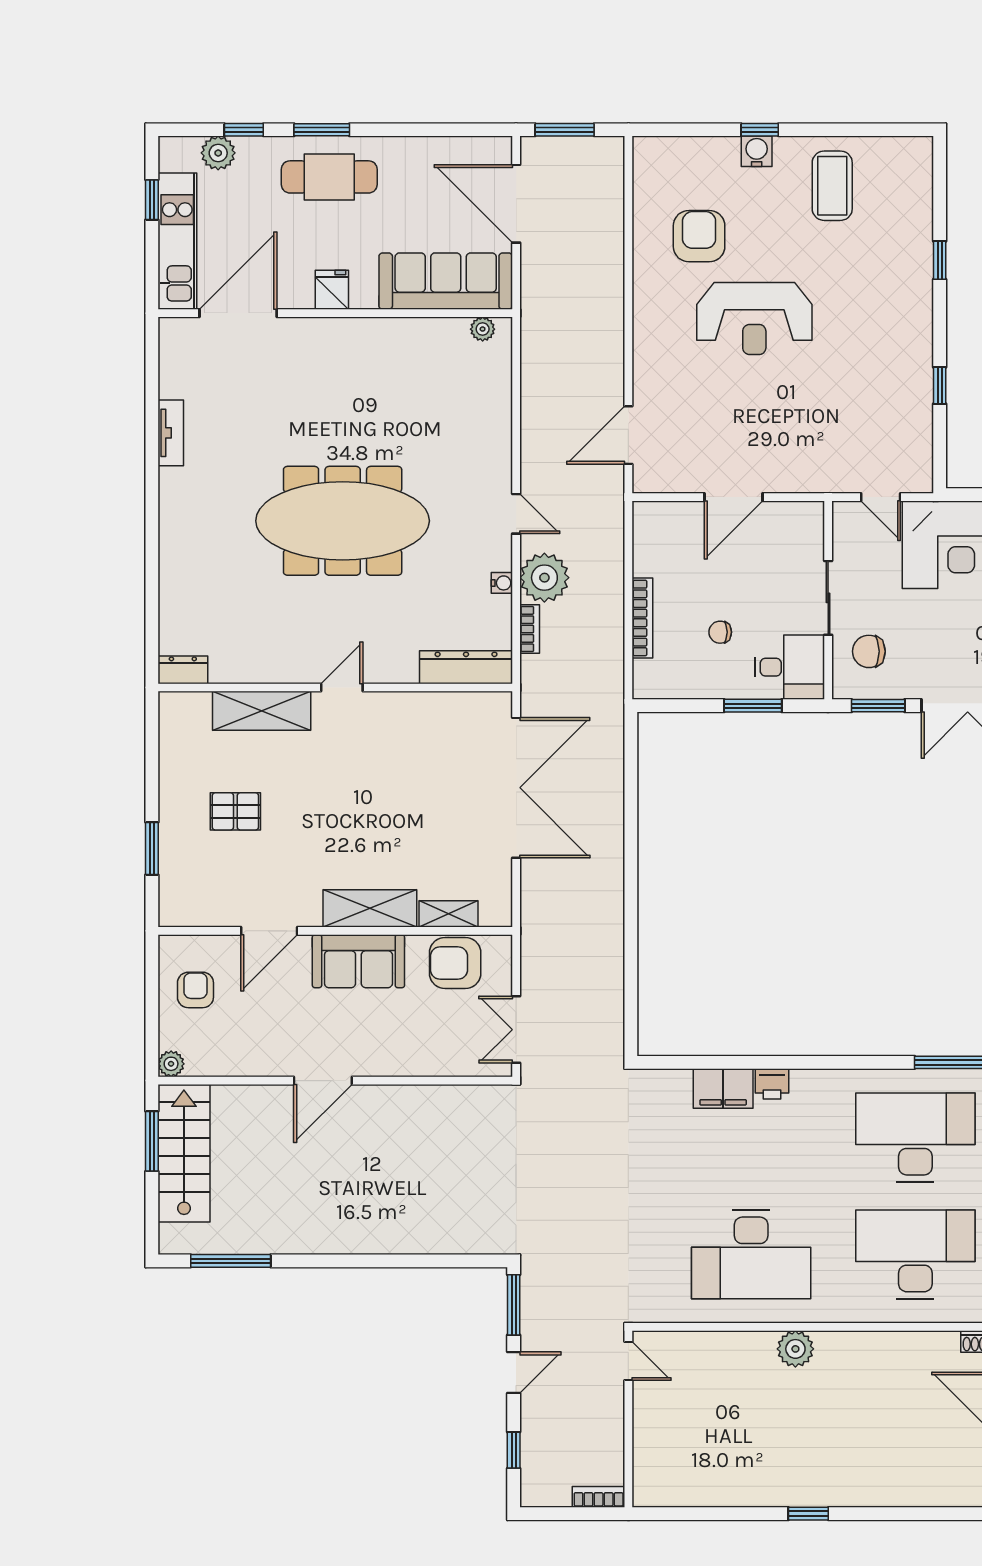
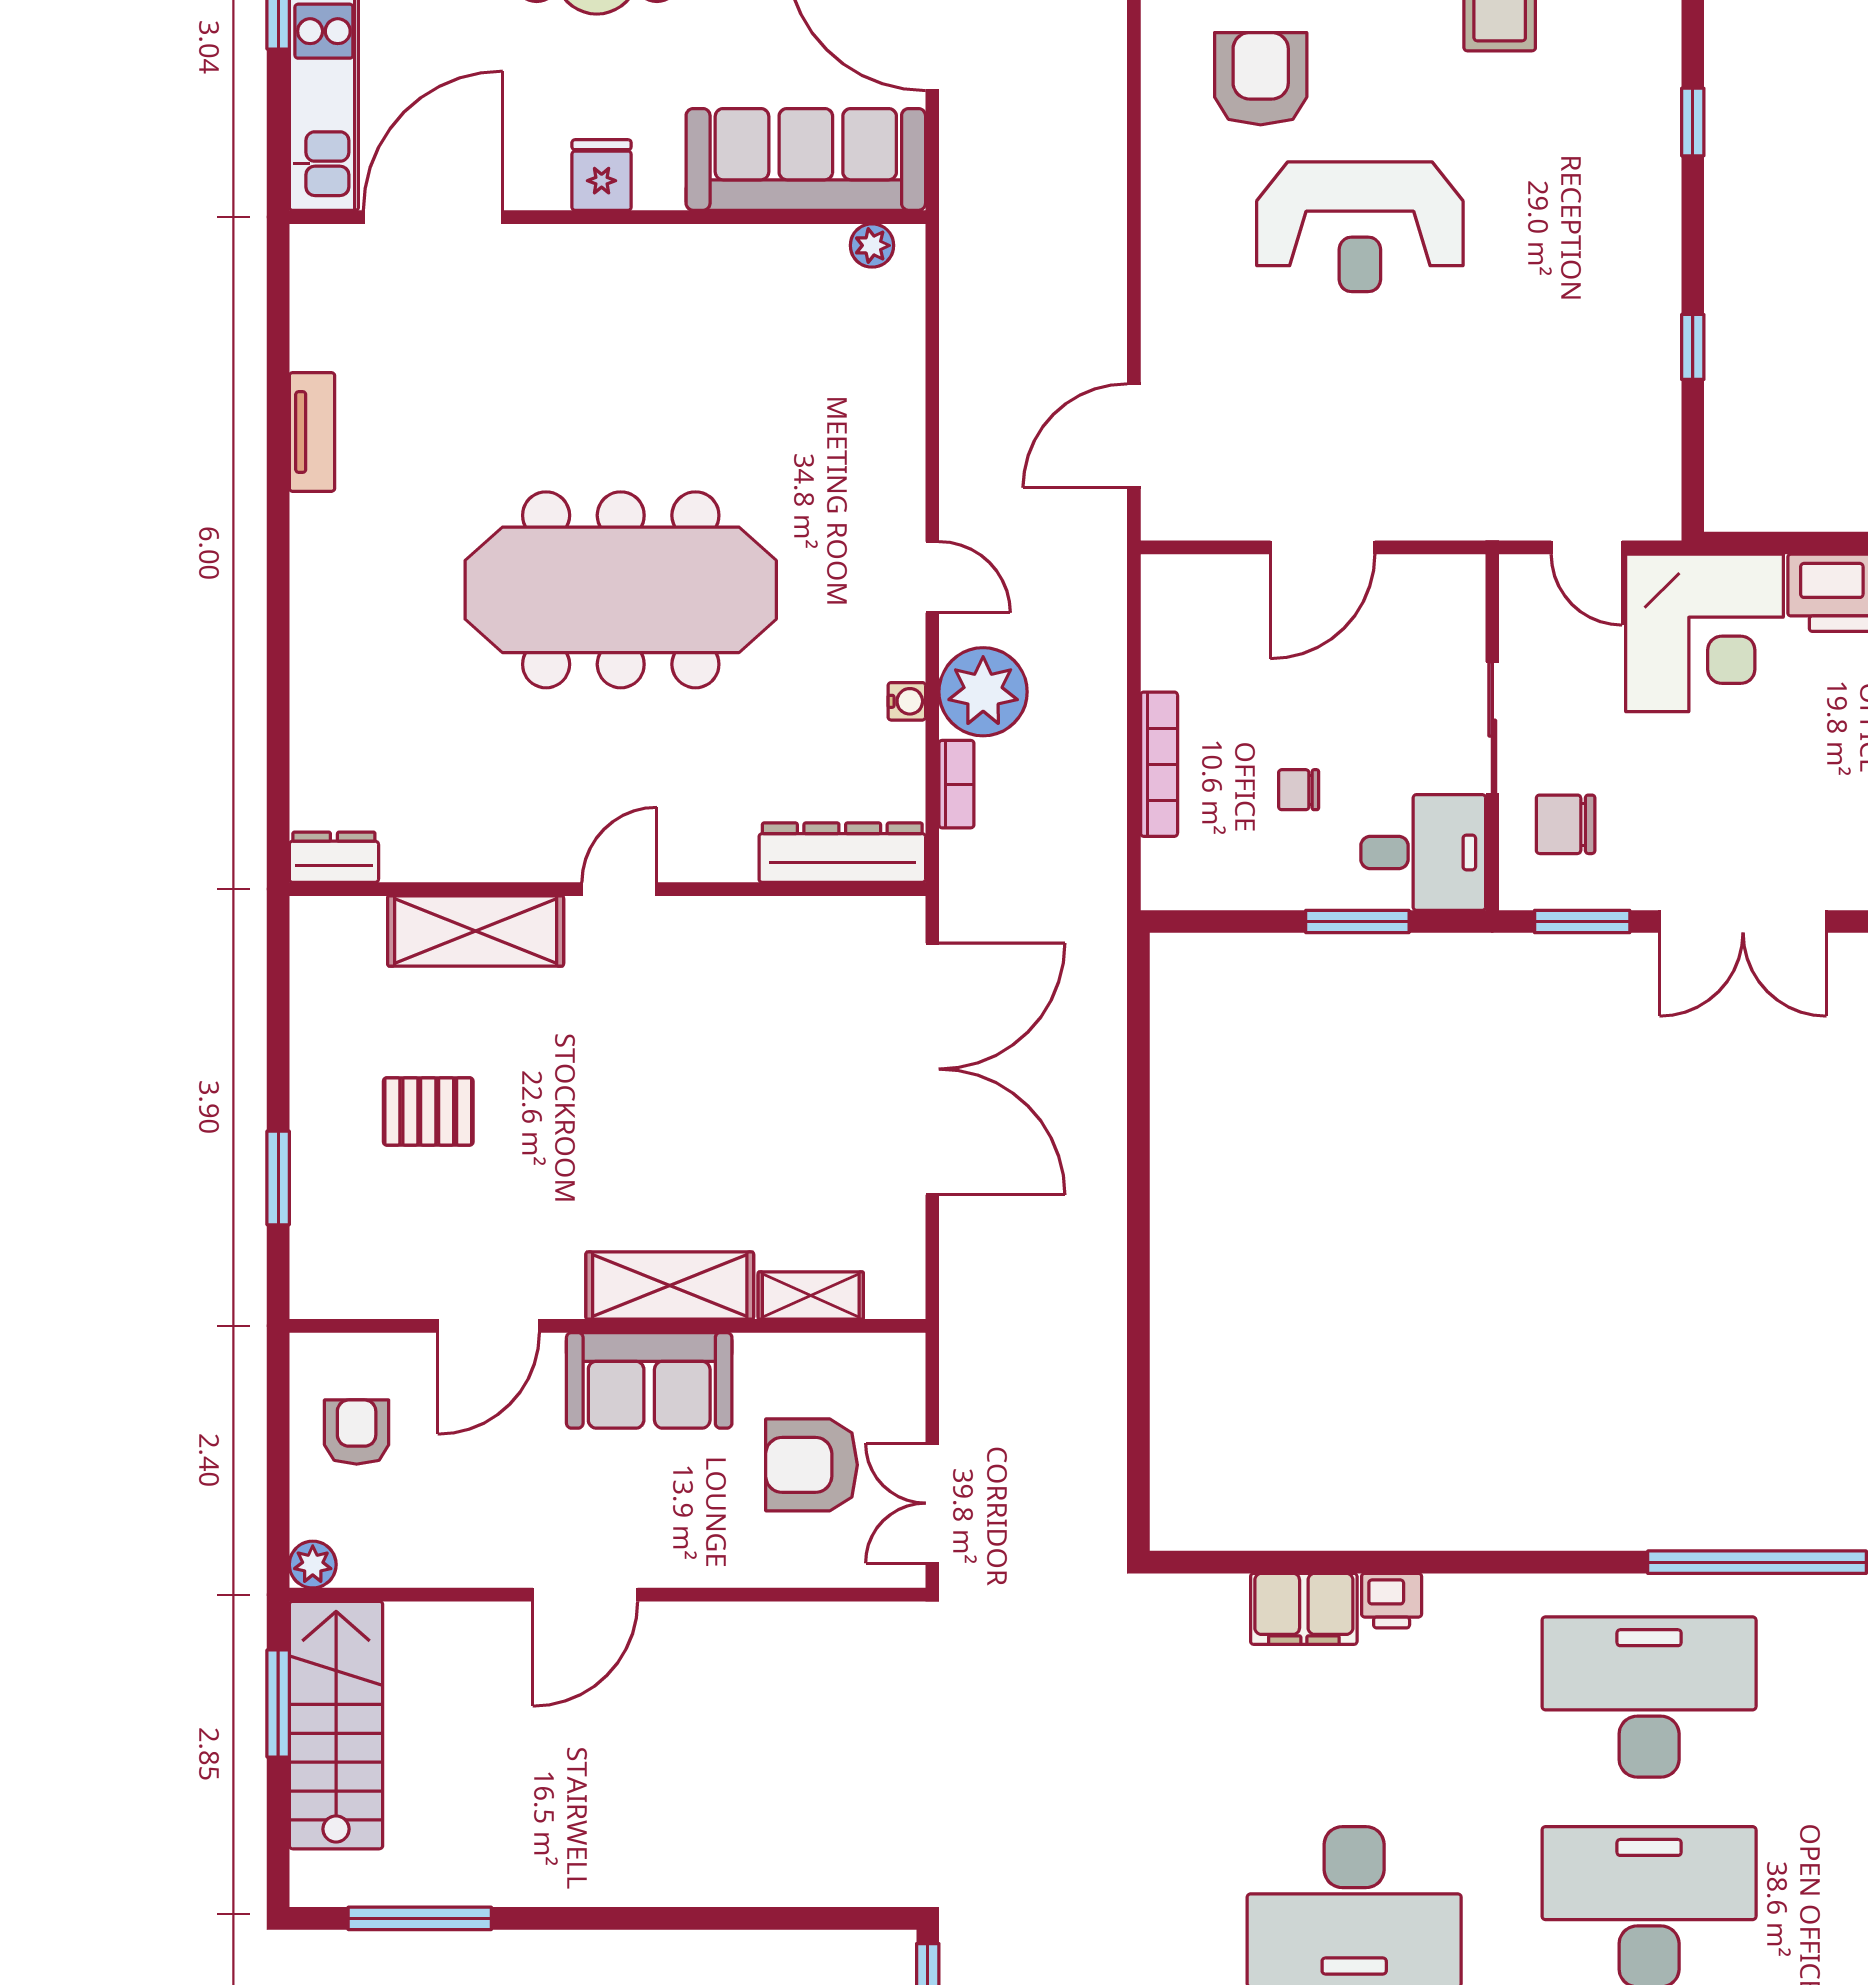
armchair: (455, 963) -> (812, 1465), moved

